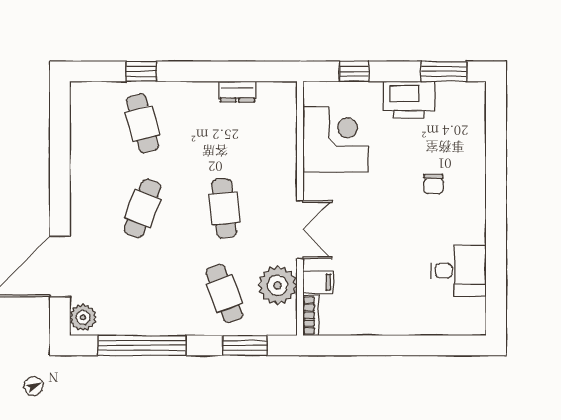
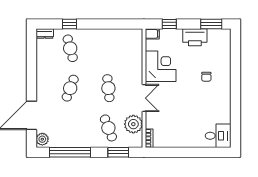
dresser: (237, 92) -> (45, 33), moved
corner desk: (336, 140) -> (161, 66), moved
desk: (459, 271) -> (218, 136), moved
filing cabinet: (318, 282) -> (152, 34), moved

